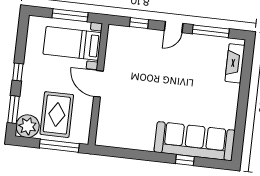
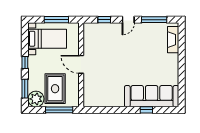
bed with nightstands: (72, 43) -> (47, 39), moved, turned 180

